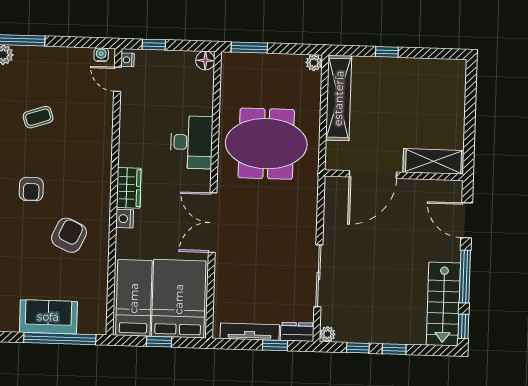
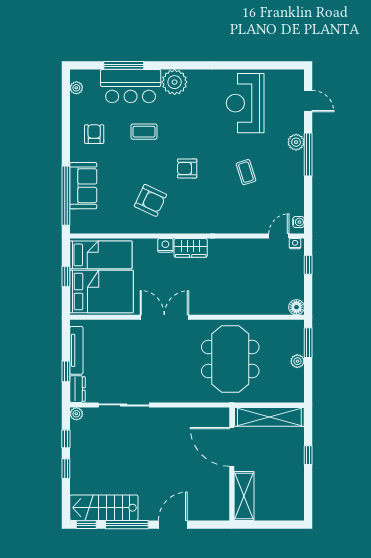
plant: (314, 63) -> (297, 361), moved
desk: (192, 142) -> (229, 298), removed
shelving: (433, 161) -> (244, 496), moved
door: (373, 174) -> (232, 447), moved
wall: (394, 175) -> (232, 464), moved

